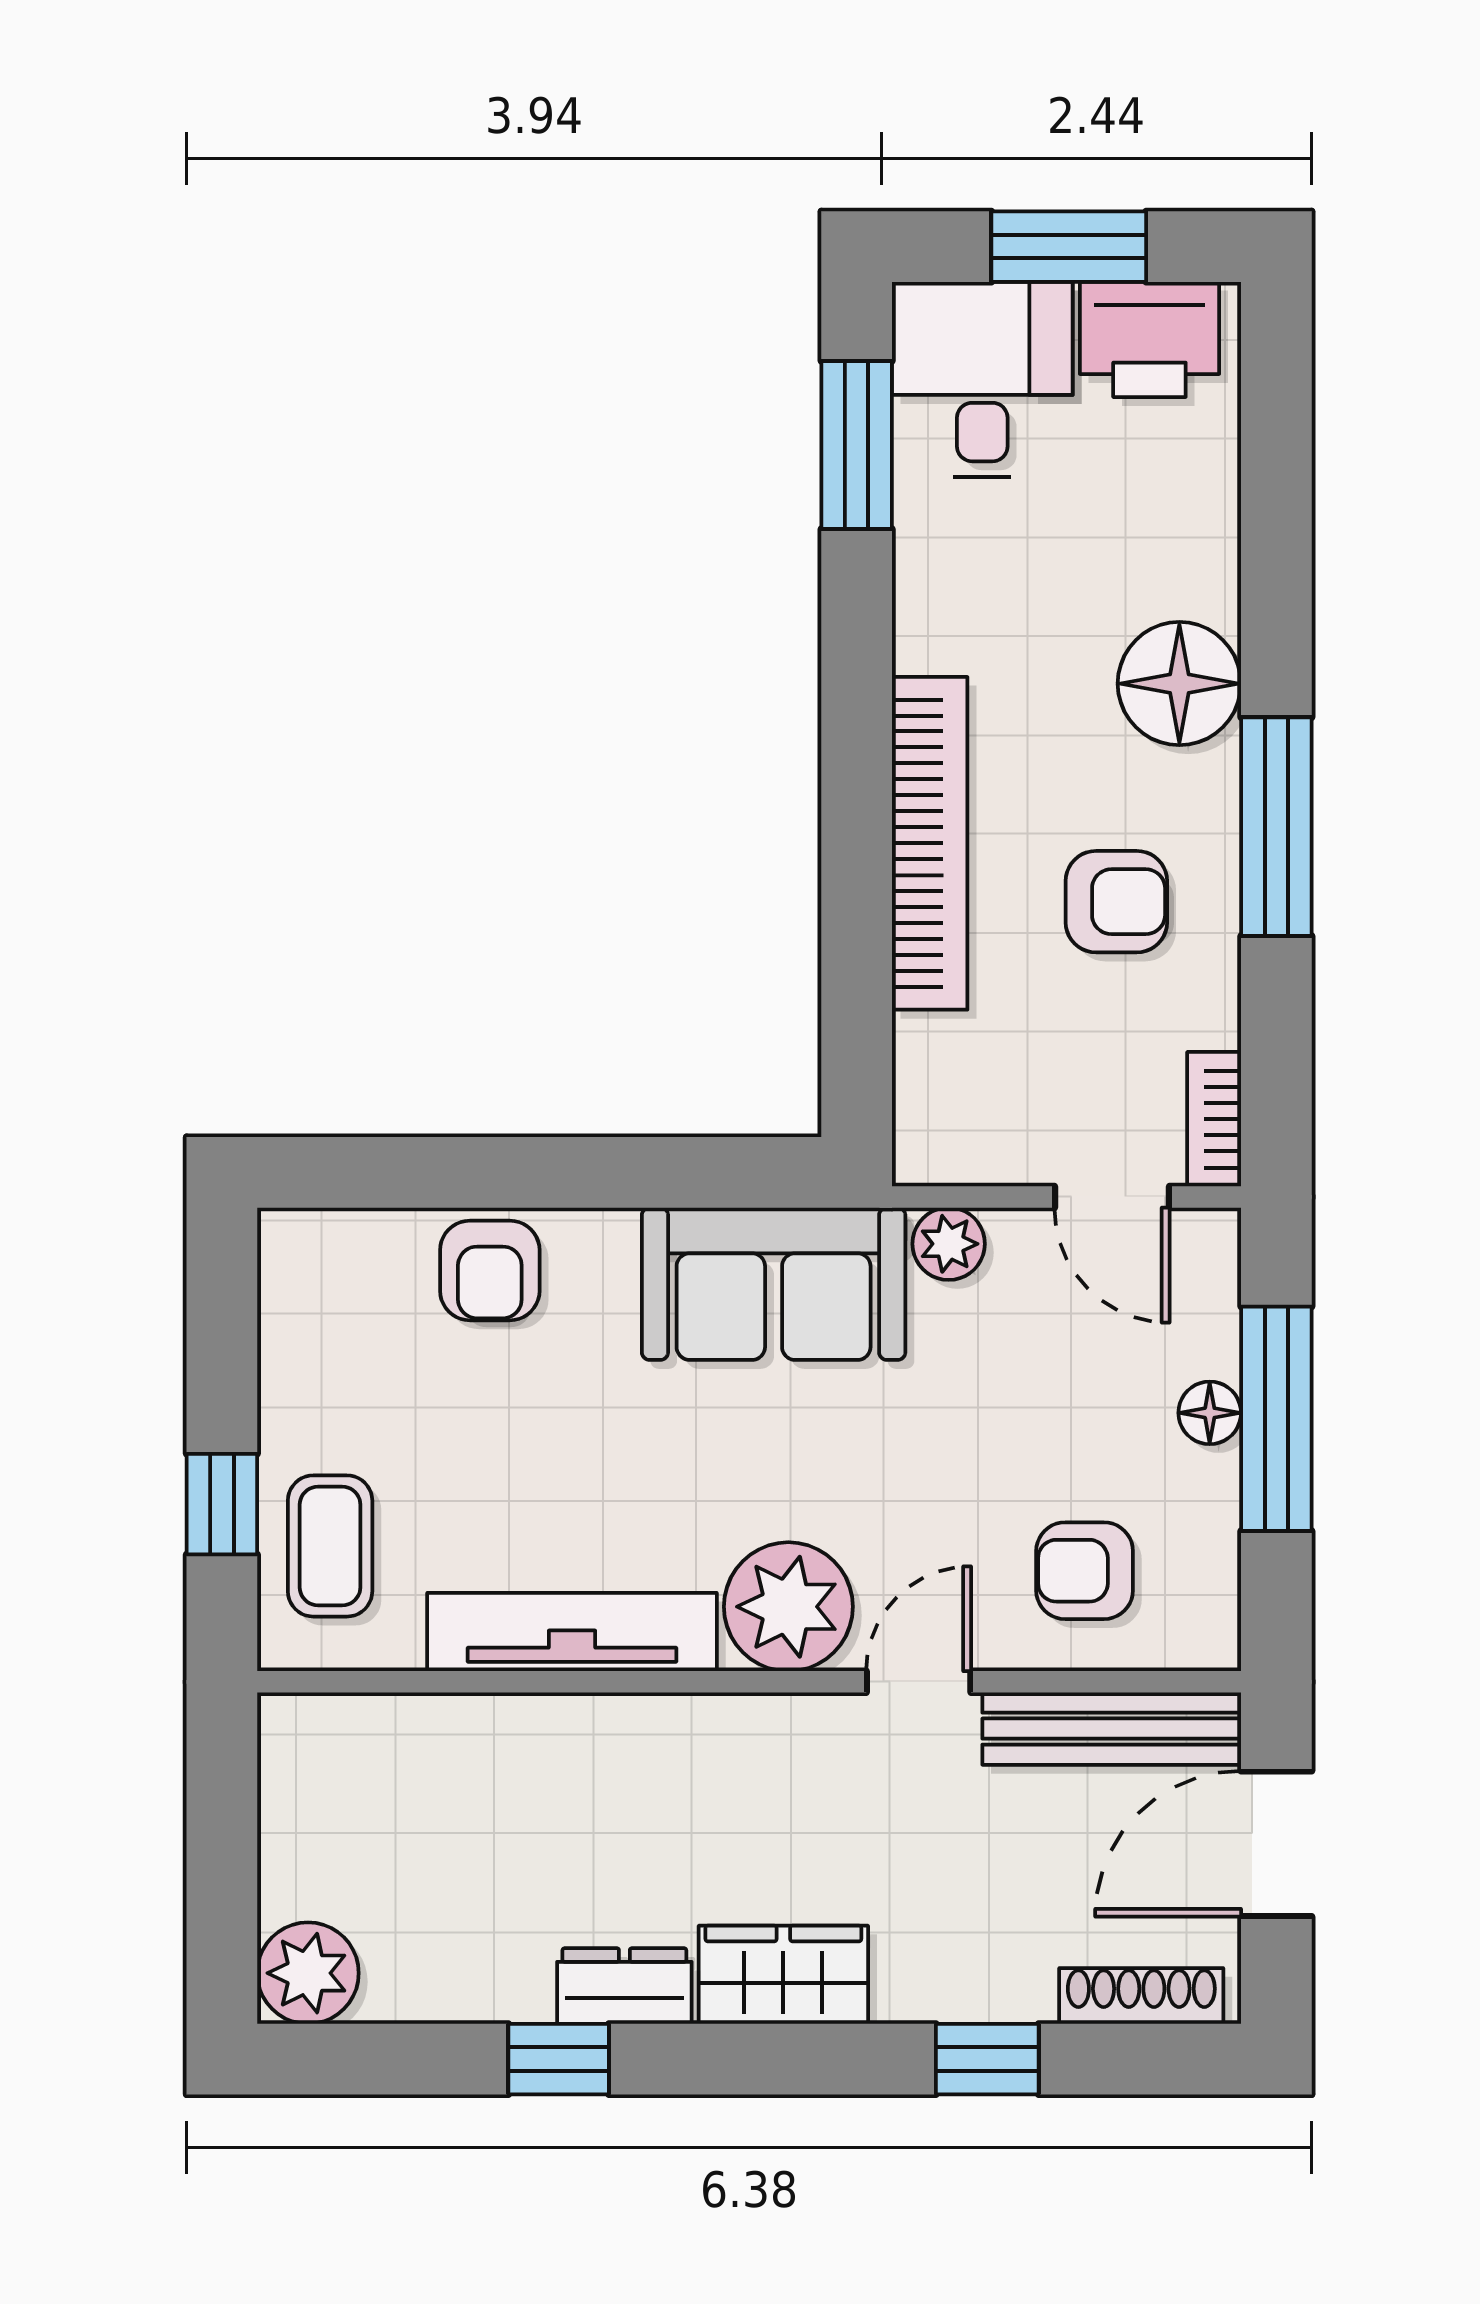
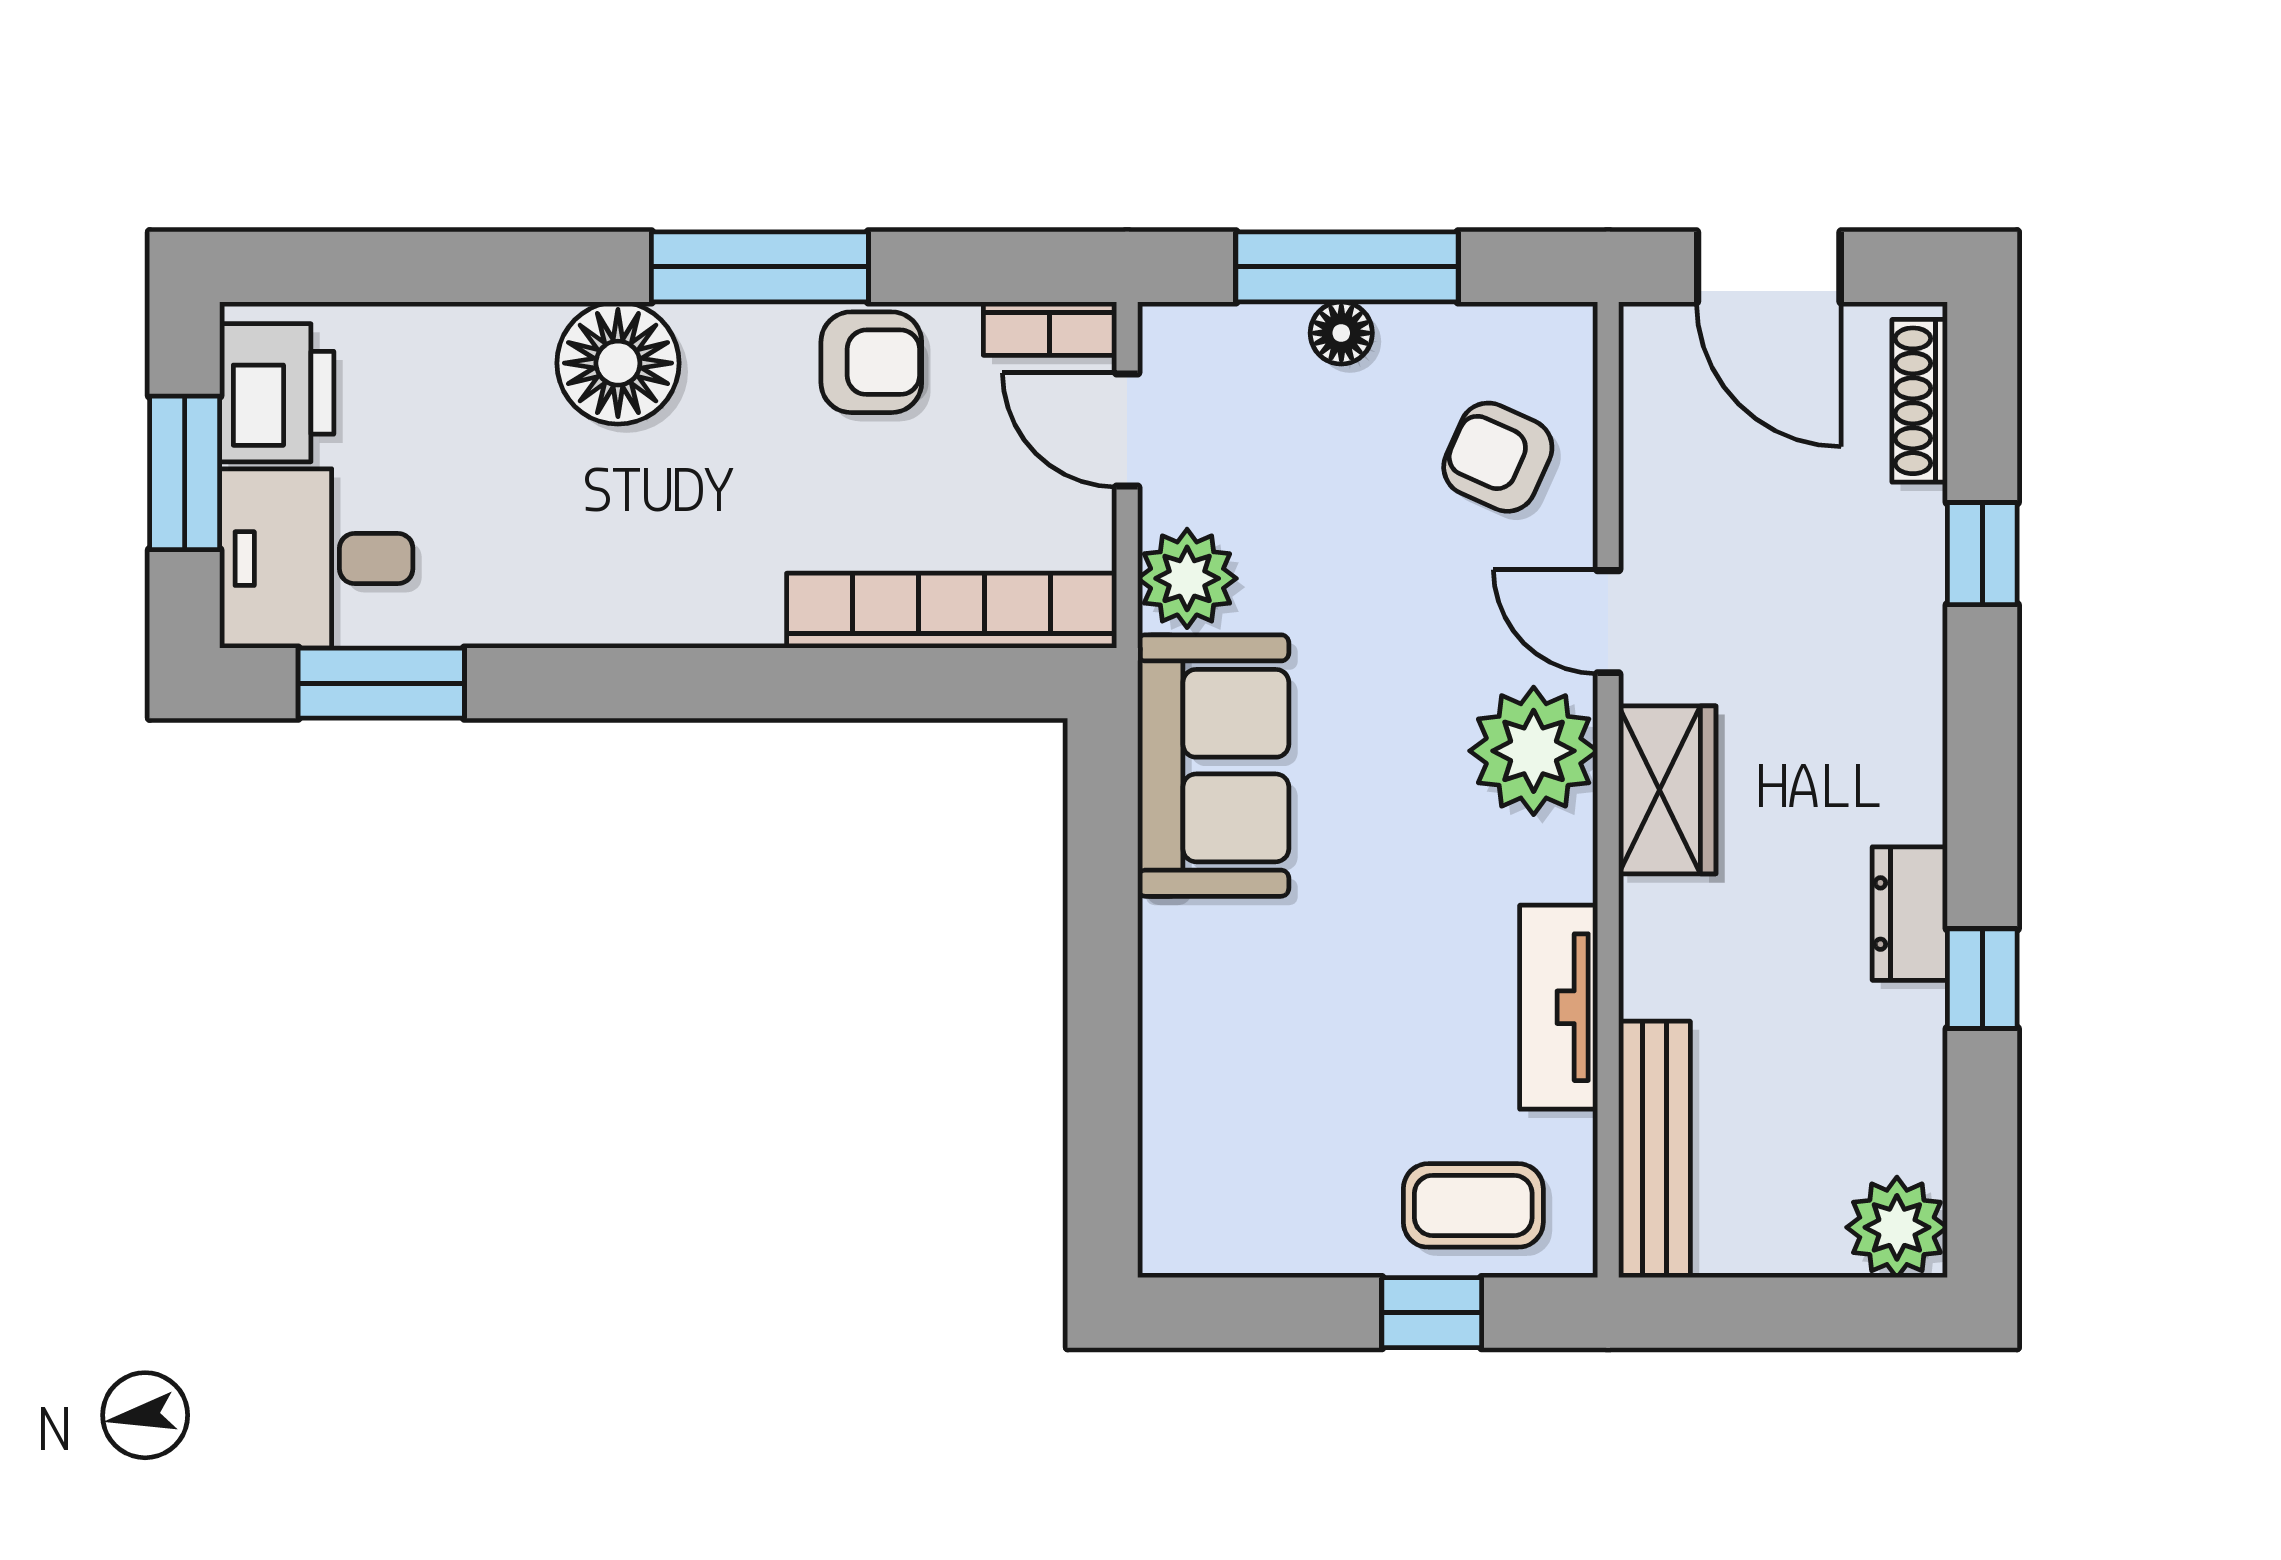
bookcase: (930, 843) -> (952, 611), moved
armchair: (1116, 902) -> (871, 362), moved, turned 90
door: (1112, 1197) -> (1127, 430), swing flipped
plant: (949, 1244) -> (1187, 578), width x1.38, depth x1.38
armchair: (490, 1270) -> (1200, 1047), removed
armchair: (1085, 1571) -> (1498, 457), turned 114
tv unit: (572, 1632) -> (1559, 1007), width x0.71
bench: (1112, 1729) -> (1654, 1149), moved
wardrobe: (783, 1975) -> (1667, 790), moved, turned 180

